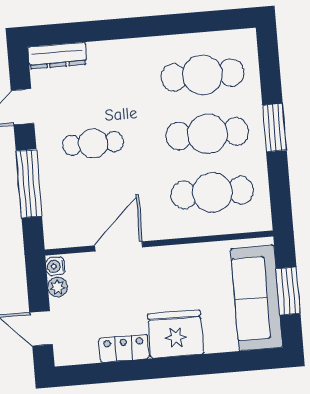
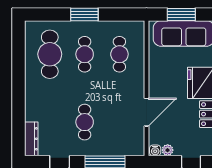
cafe table: (207, 134) -> (85, 54), width x0.73, depth x0.74
cafe table: (212, 193) -> (119, 54), width x0.73, depth x0.74
door: (119, 246) -> (147, 112), swing flipped

